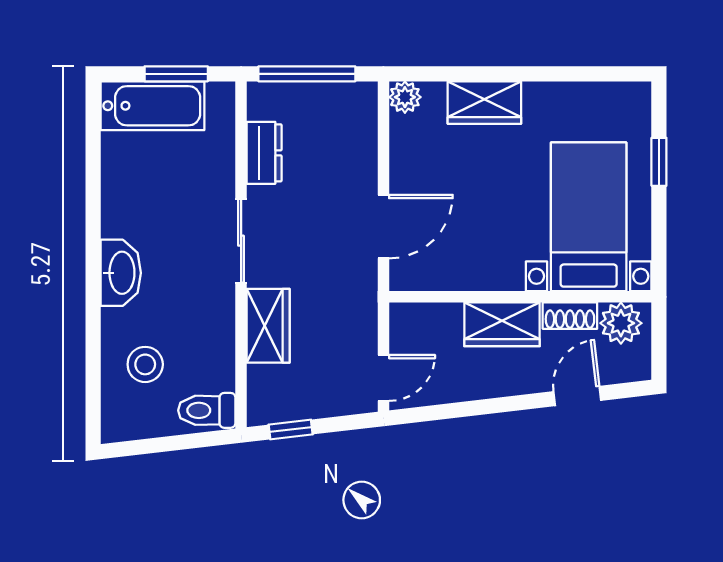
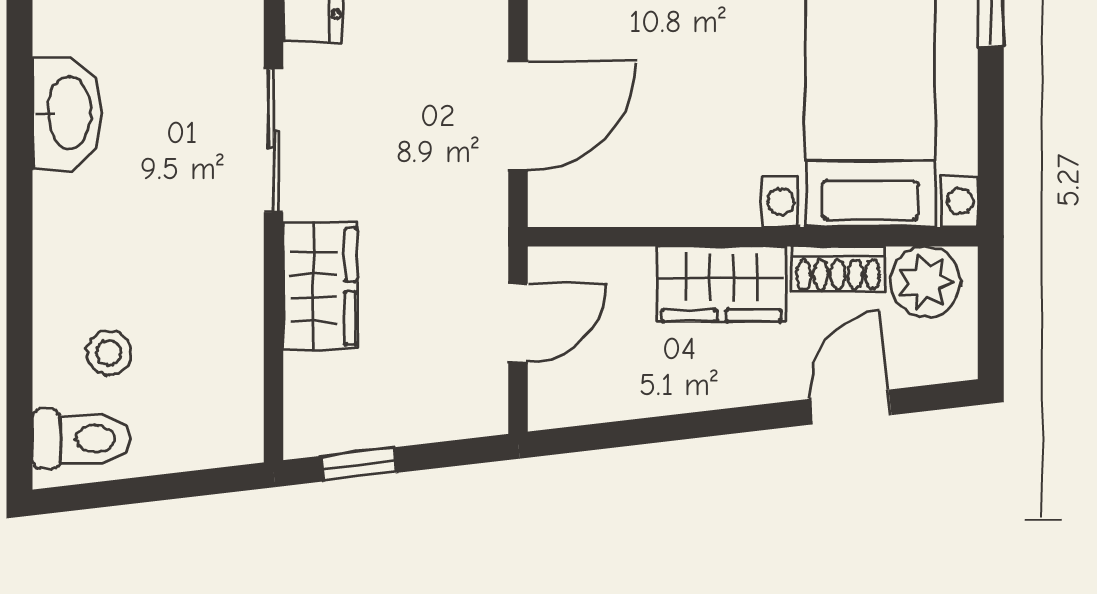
washbasin: (121, 273) -> (67, 113), moved
stool: (145, 364) -> (109, 353), width x0.73, depth x0.73
door: (383, 378) -> (518, 323), moved
toilet: (207, 410) -> (81, 439), moved, turned 180

